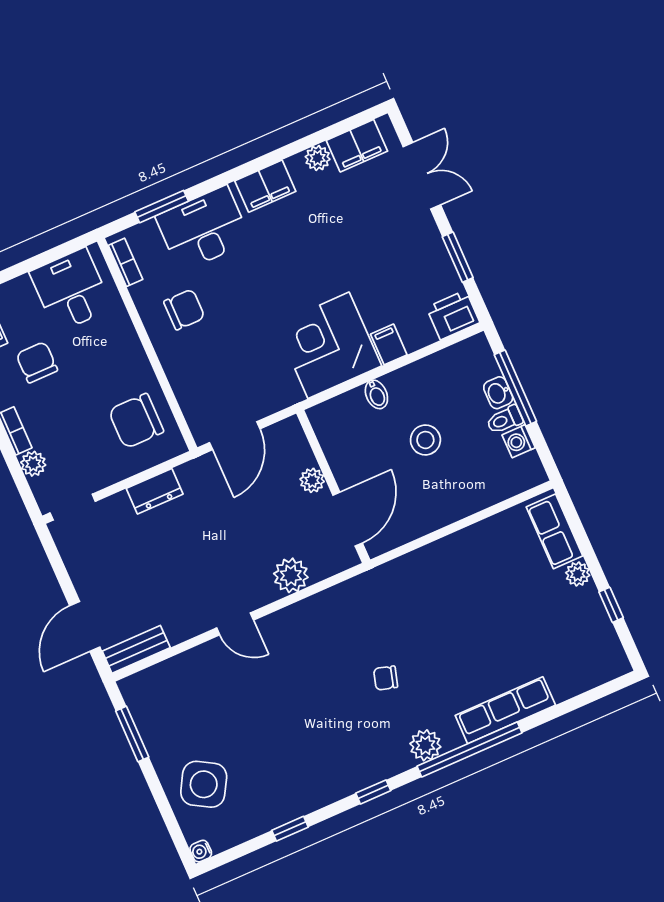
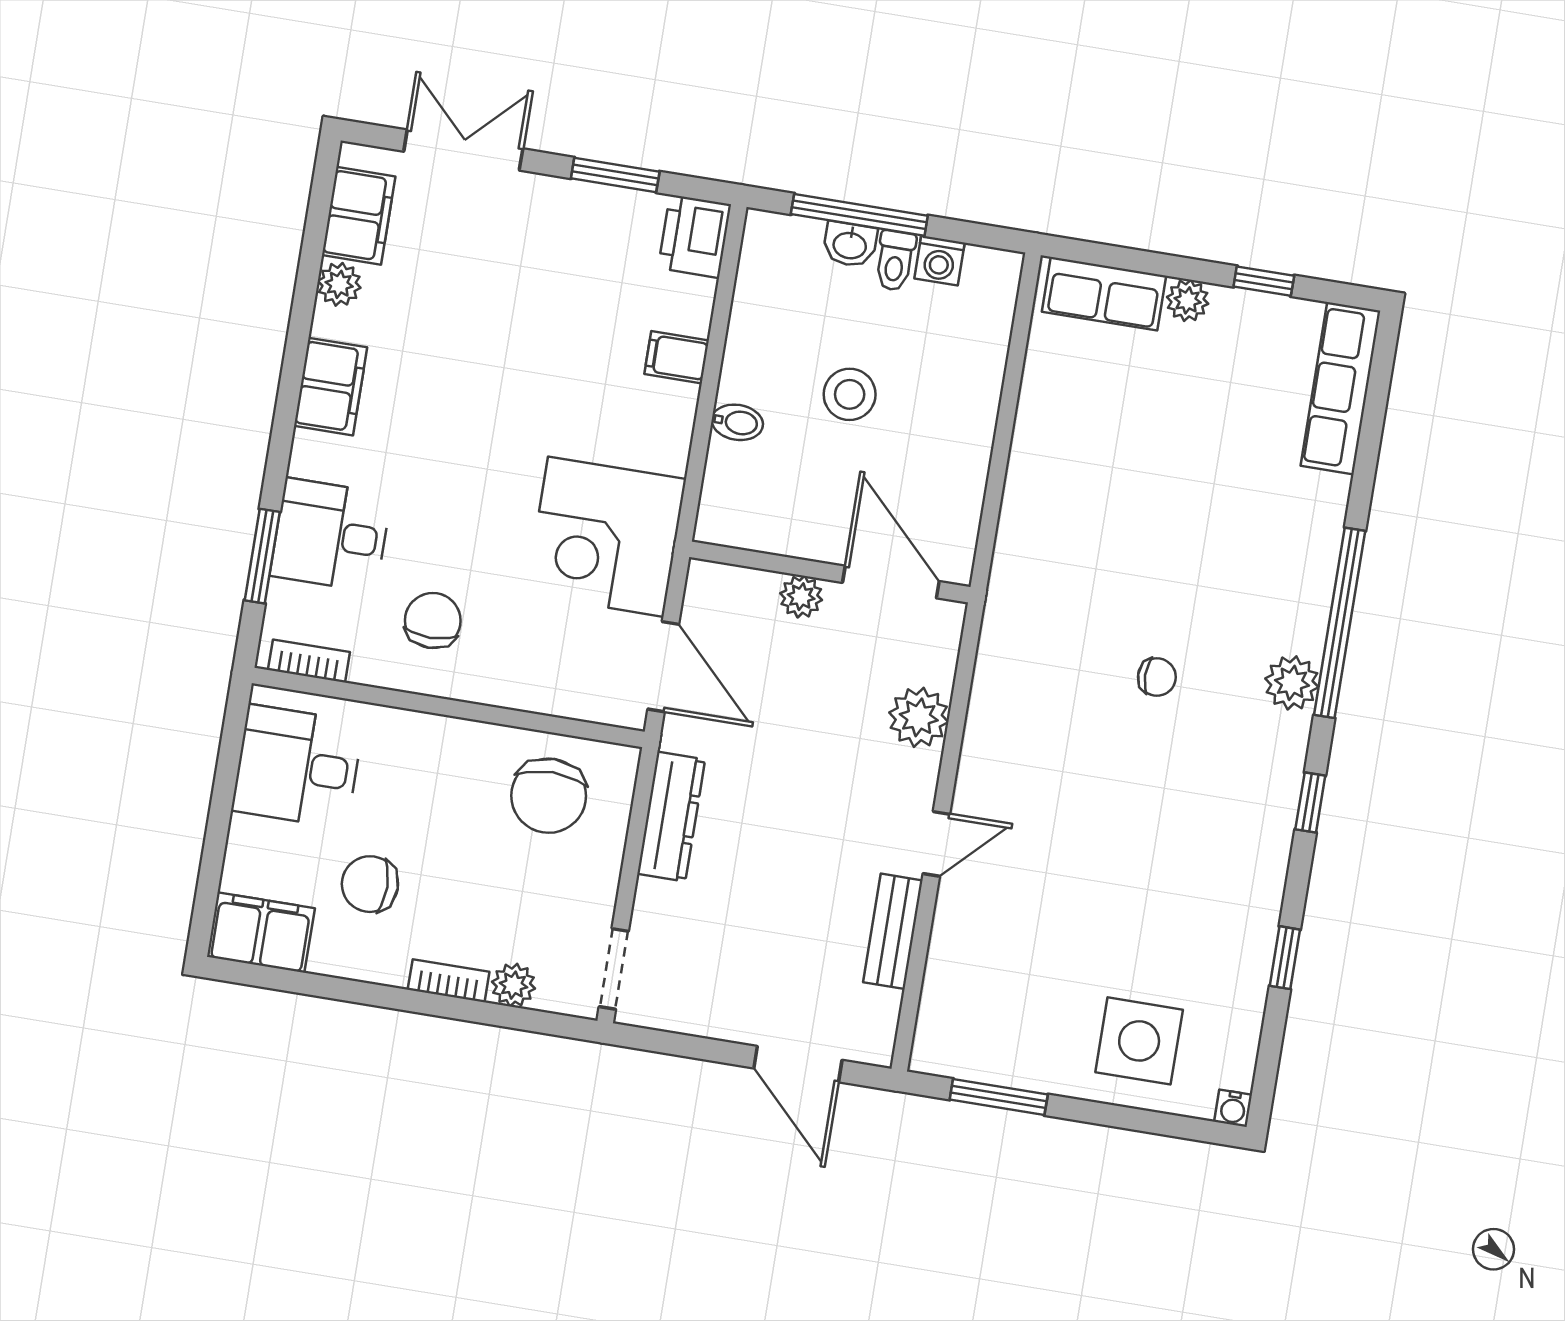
desk: (203, 229) -> (331, 535), width x0.73
corner desk: (329, 345) -> (606, 537), moved
dresser: (155, 491) -> (671, 817), width x1.44
bench: (136, 649) -> (893, 931), moved
chair: (386, 678) -> (1157, 677), turned -106
row of seats: (505, 710) -> (1340, 388), moved
side table: (204, 784) -> (1139, 1041), turned -30

